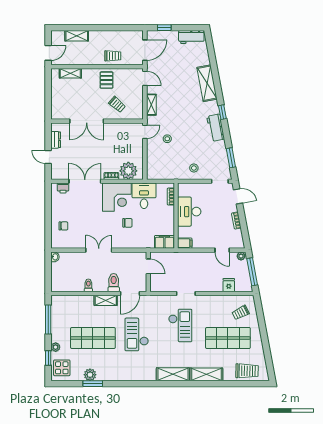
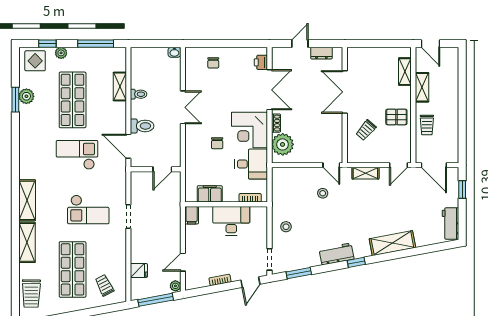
shelving: (77, 36) -> (422, 87), moved
filing cabinet: (164, 242) -> (210, 194), moved, turned -90
shelving: (106, 300) -> (120, 86), moved

